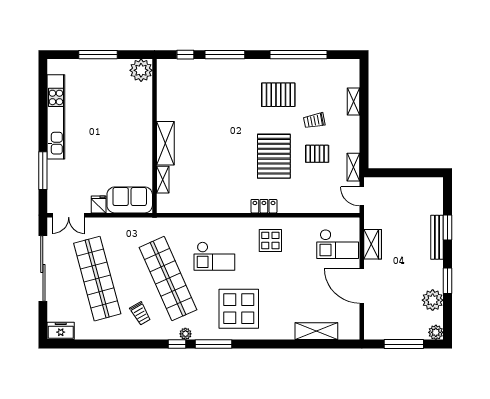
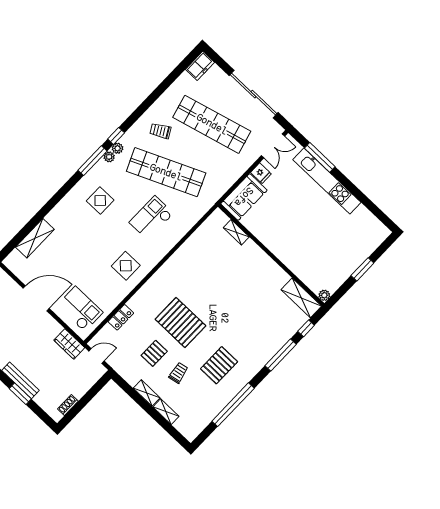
window: (98, 55) -> (362, 269), width x0.69
plant: (141, 70) -> (324, 295), width x0.53, depth x0.53
kitchen unit: (56, 117) -> (327, 181), moved
shelving: (165, 143) -> (301, 298), moved
shelving: (353, 167) -> (147, 393), moved
shoe rack: (421, 182) -> (68, 405), added
locker: (264, 206) -> (121, 317), moved
double door: (69, 215) -> (273, 146), swing flipped
checkout: (338, 244) -> (80, 309), turned 90
wardrobe: (373, 244) -> (69, 344), moved
display table: (239, 309) -> (100, 200), width x0.54, depth x0.54
plant: (198, 334) -> (109, 157), added

